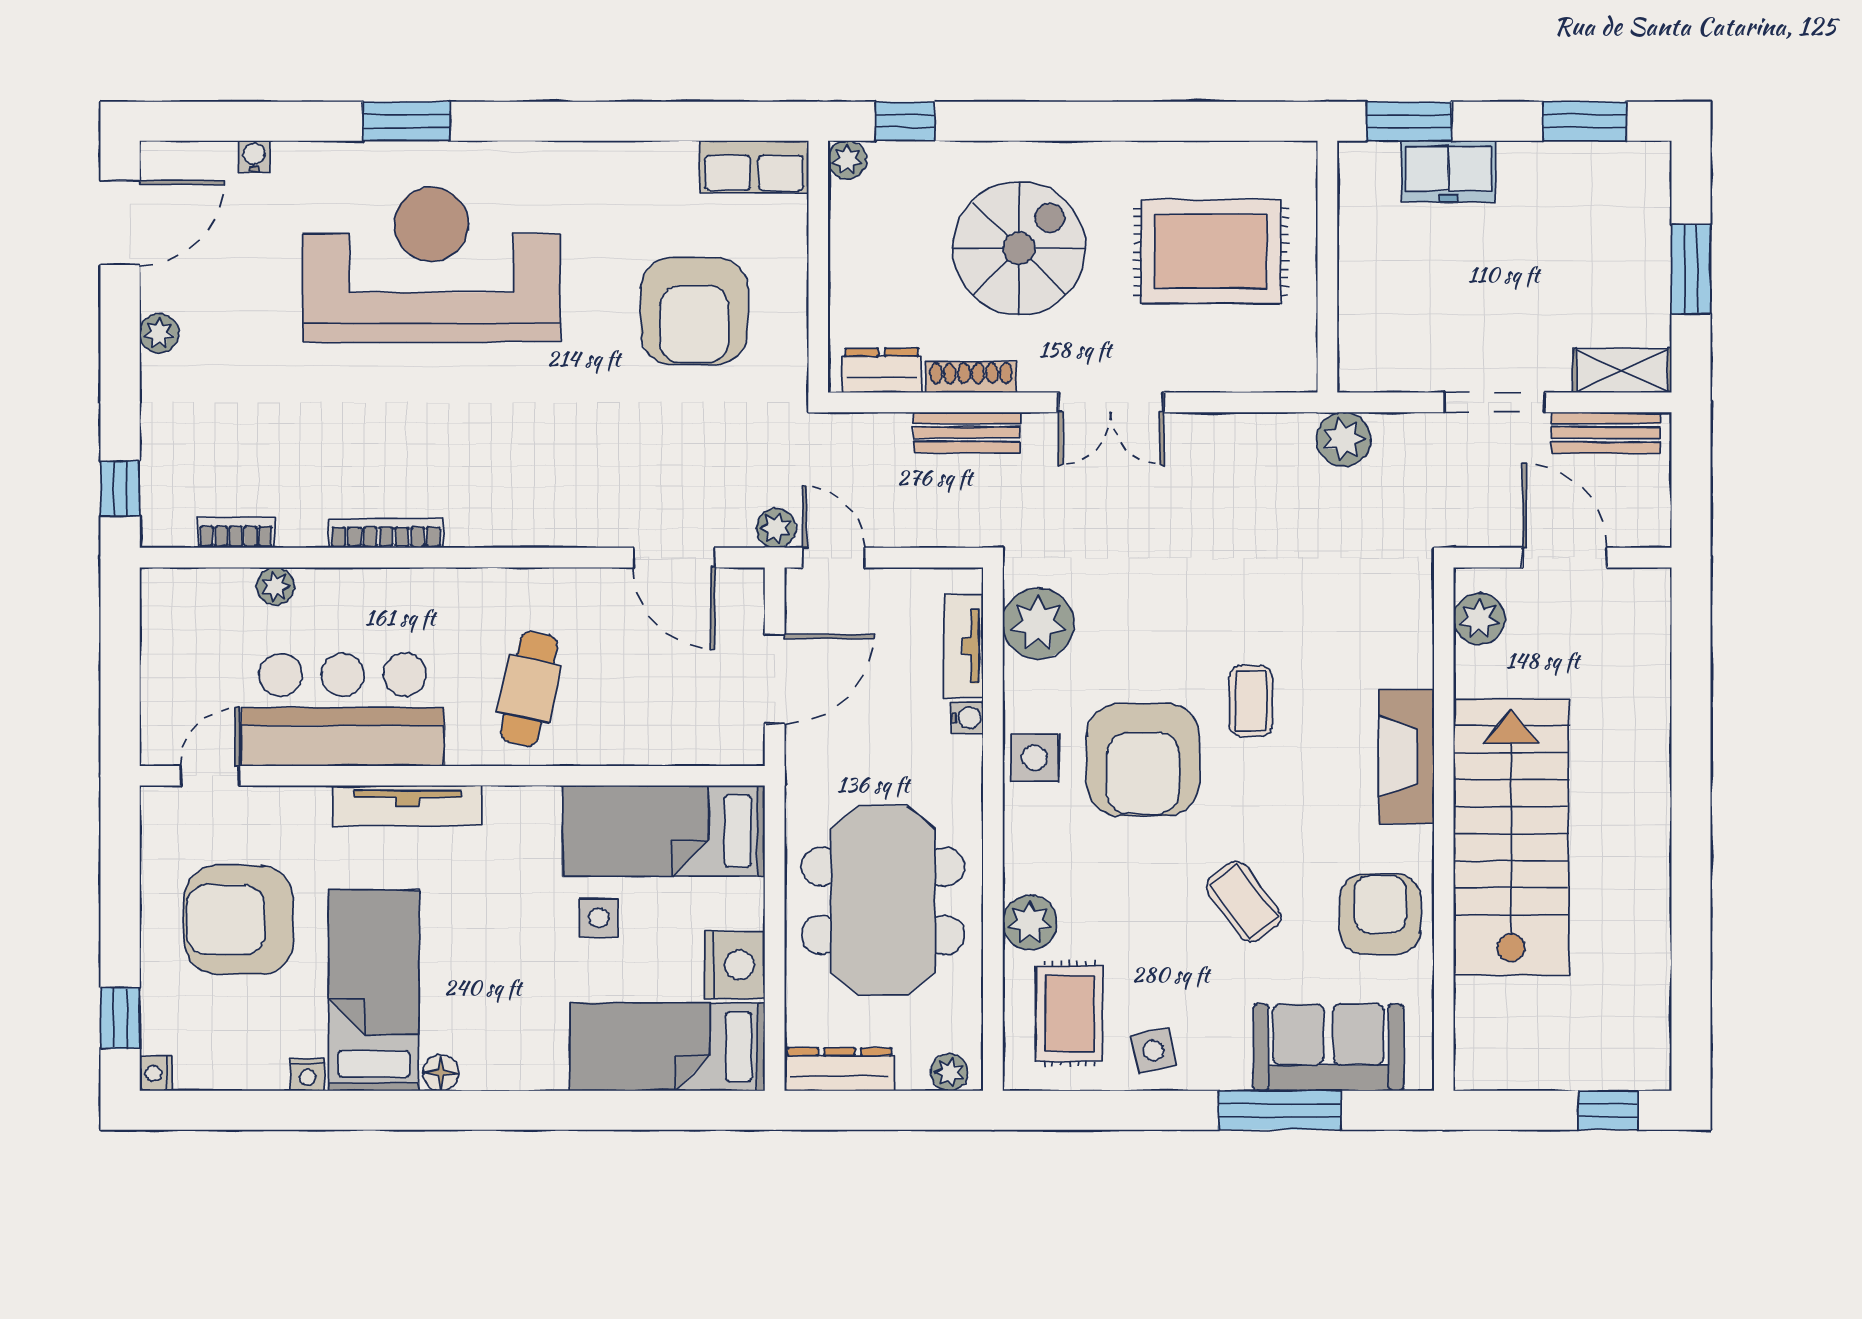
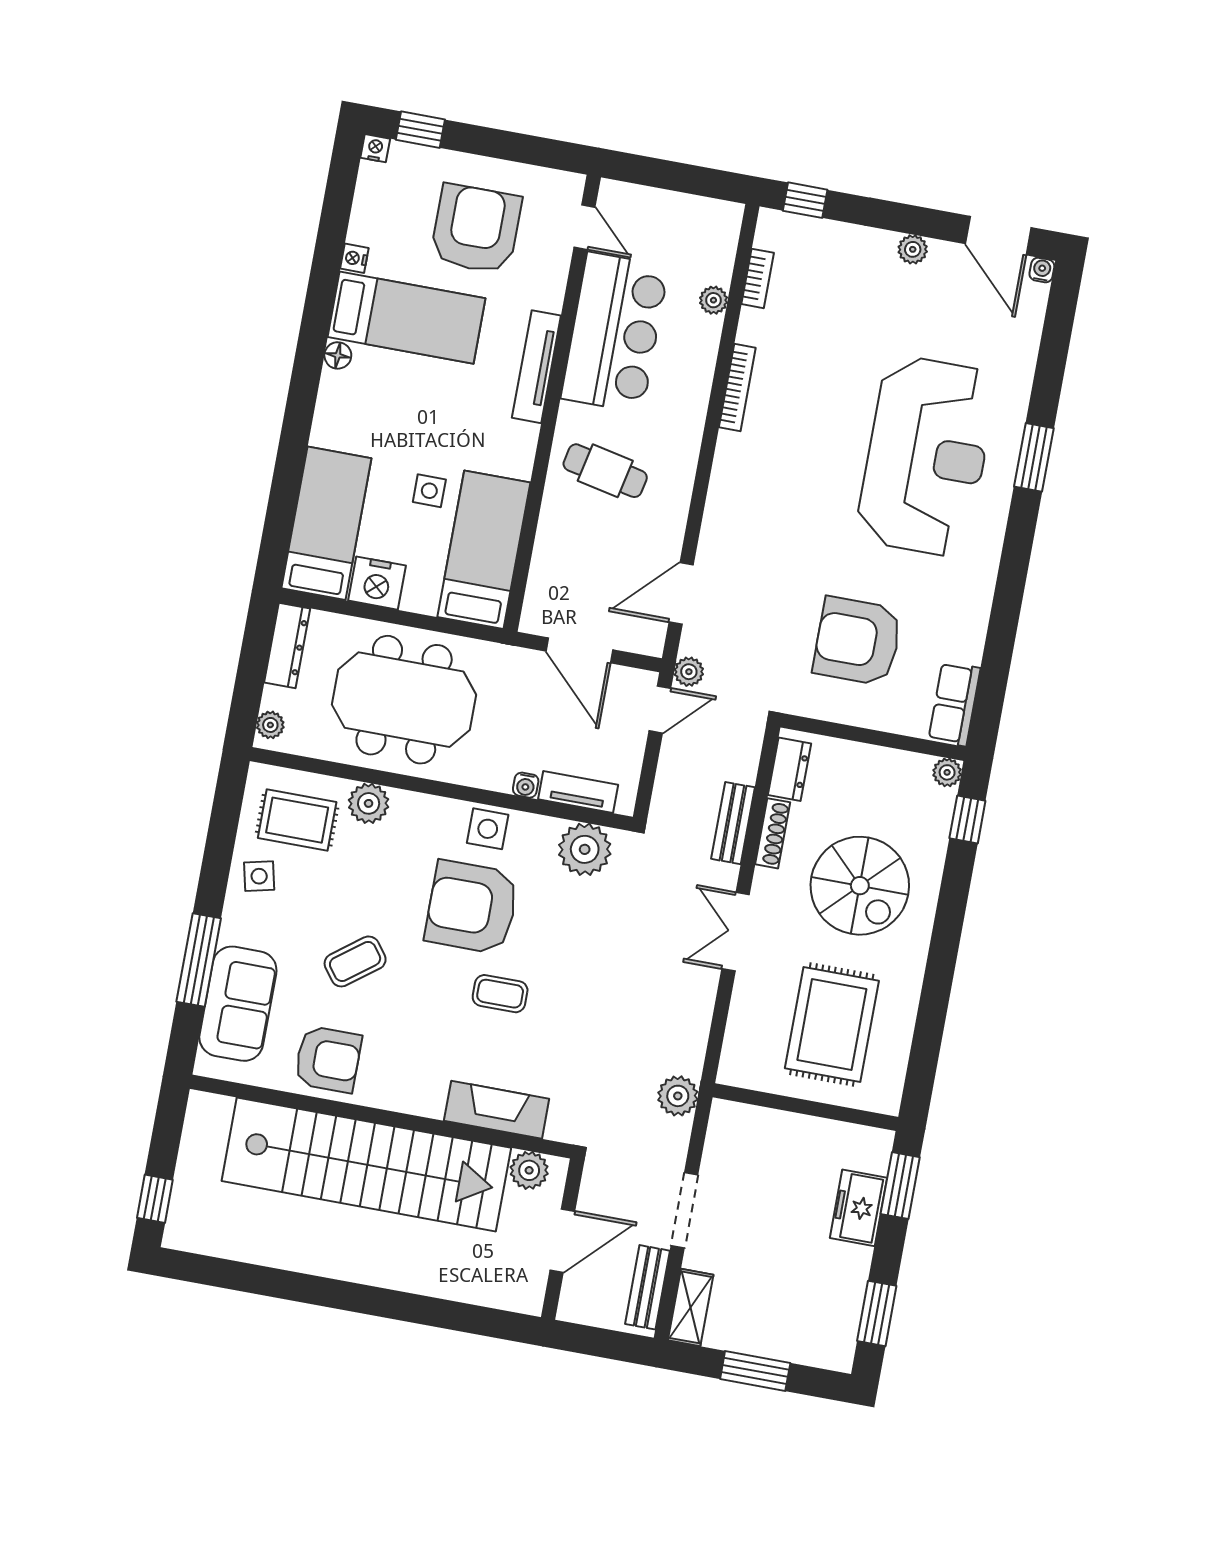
water cooler: (254, 156) -> (1042, 270), moved, turned -90
fireplace: (1406, 756) -> (497, 1110), moved
stairs: (1511, 837) -> (366, 1164), width x1.36

